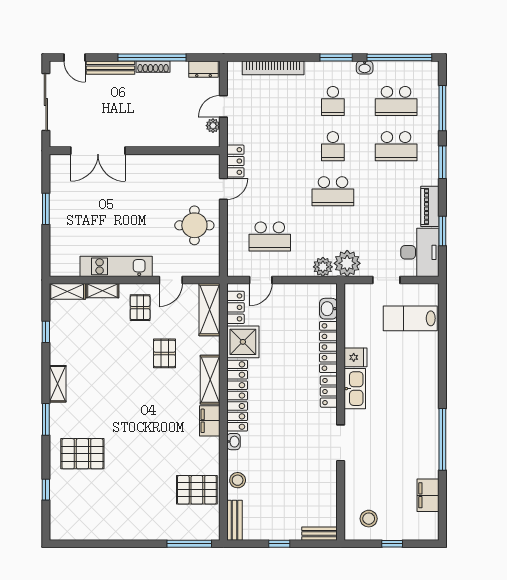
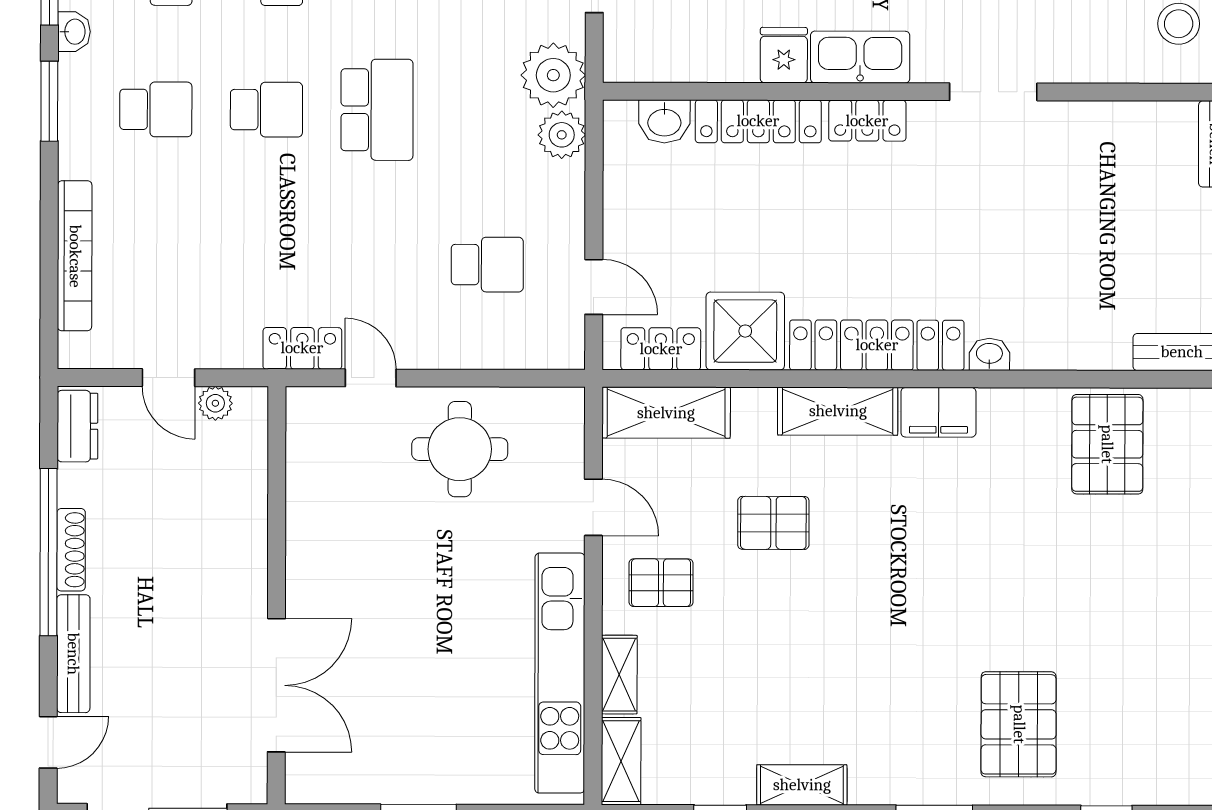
school desk: (270, 236) -> (487, 265), width x0.54
kitchen unit: (116, 266) -> (560, 673), width x1.36
shelving: (58, 384) -> (802, 785), moved
stool: (238, 480) -> (1084, 345), removed

